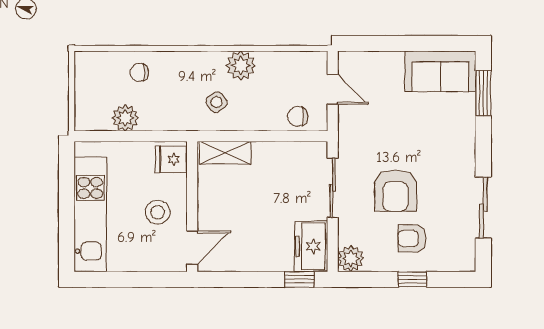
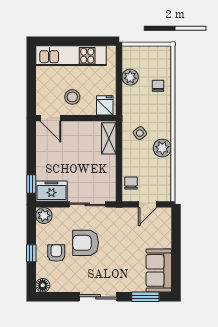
sliding door: (483, 208) -> (98, 297), moved
floor lamp: (464, 261) -> (43, 285), added

